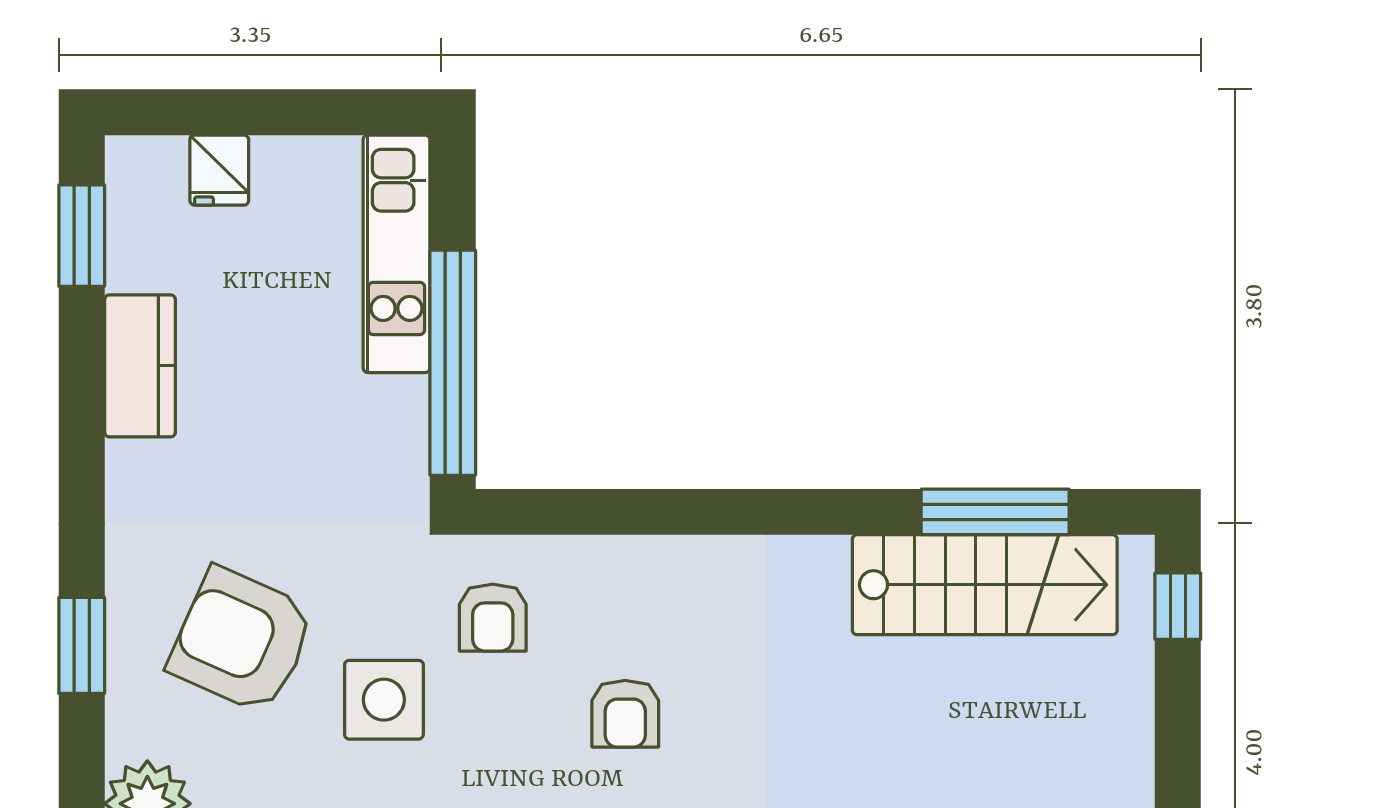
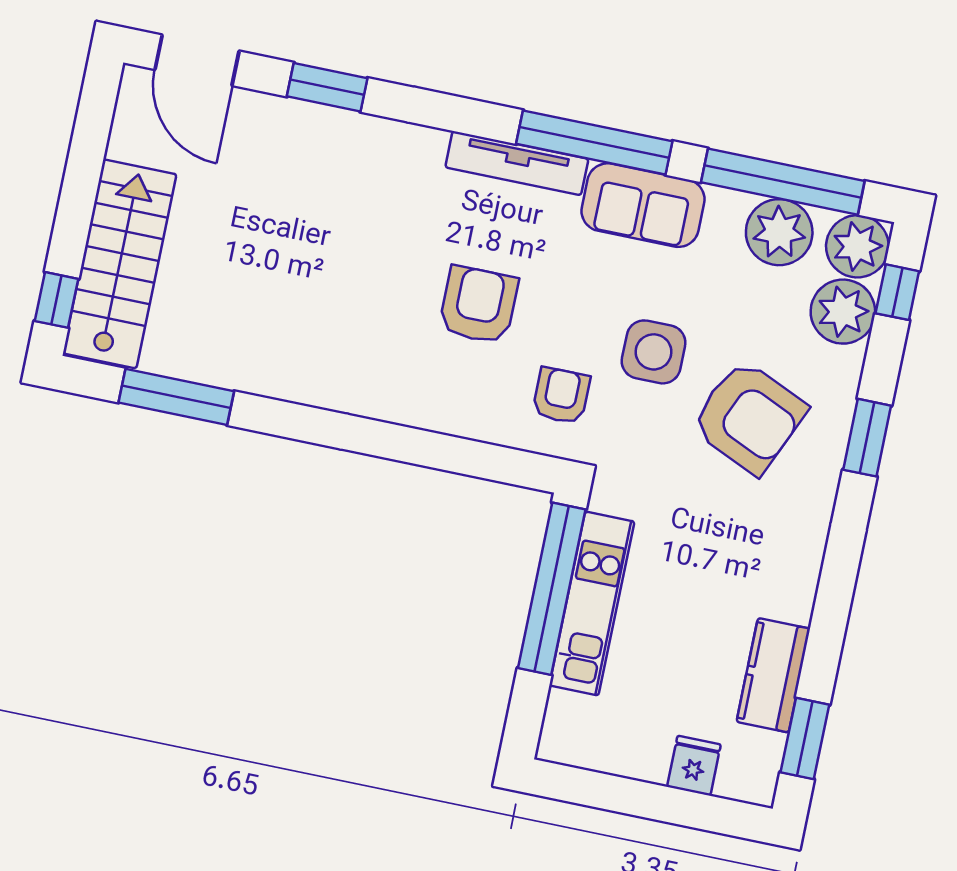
kitchen unit: (396, 254) -> (592, 603), moved
kitchen counter: (140, 366) -> (773, 675), moved
stairs: (985, 585) -> (120, 264), moved, turned 90
armchair: (625, 714) -> (479, 305), width x1.38, depth x1.38

